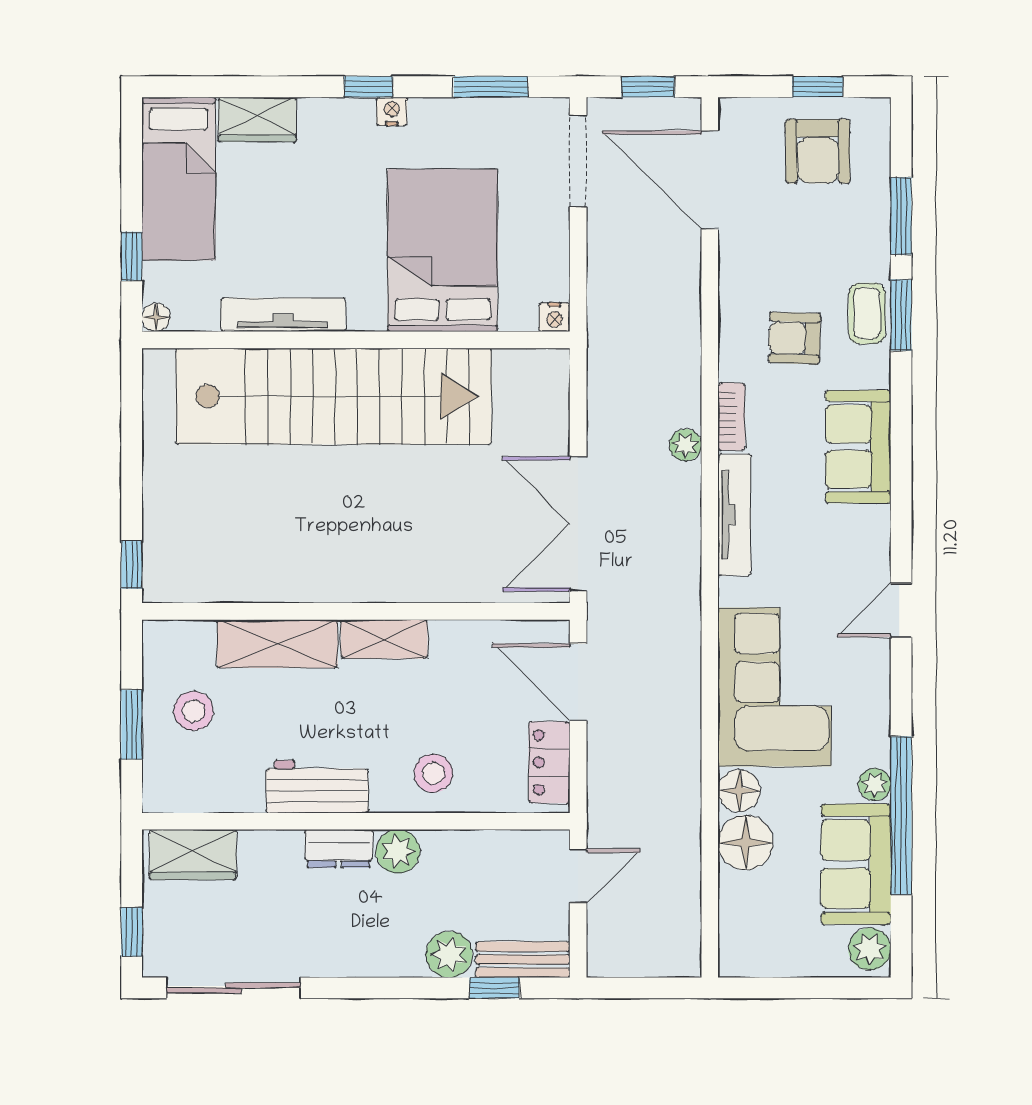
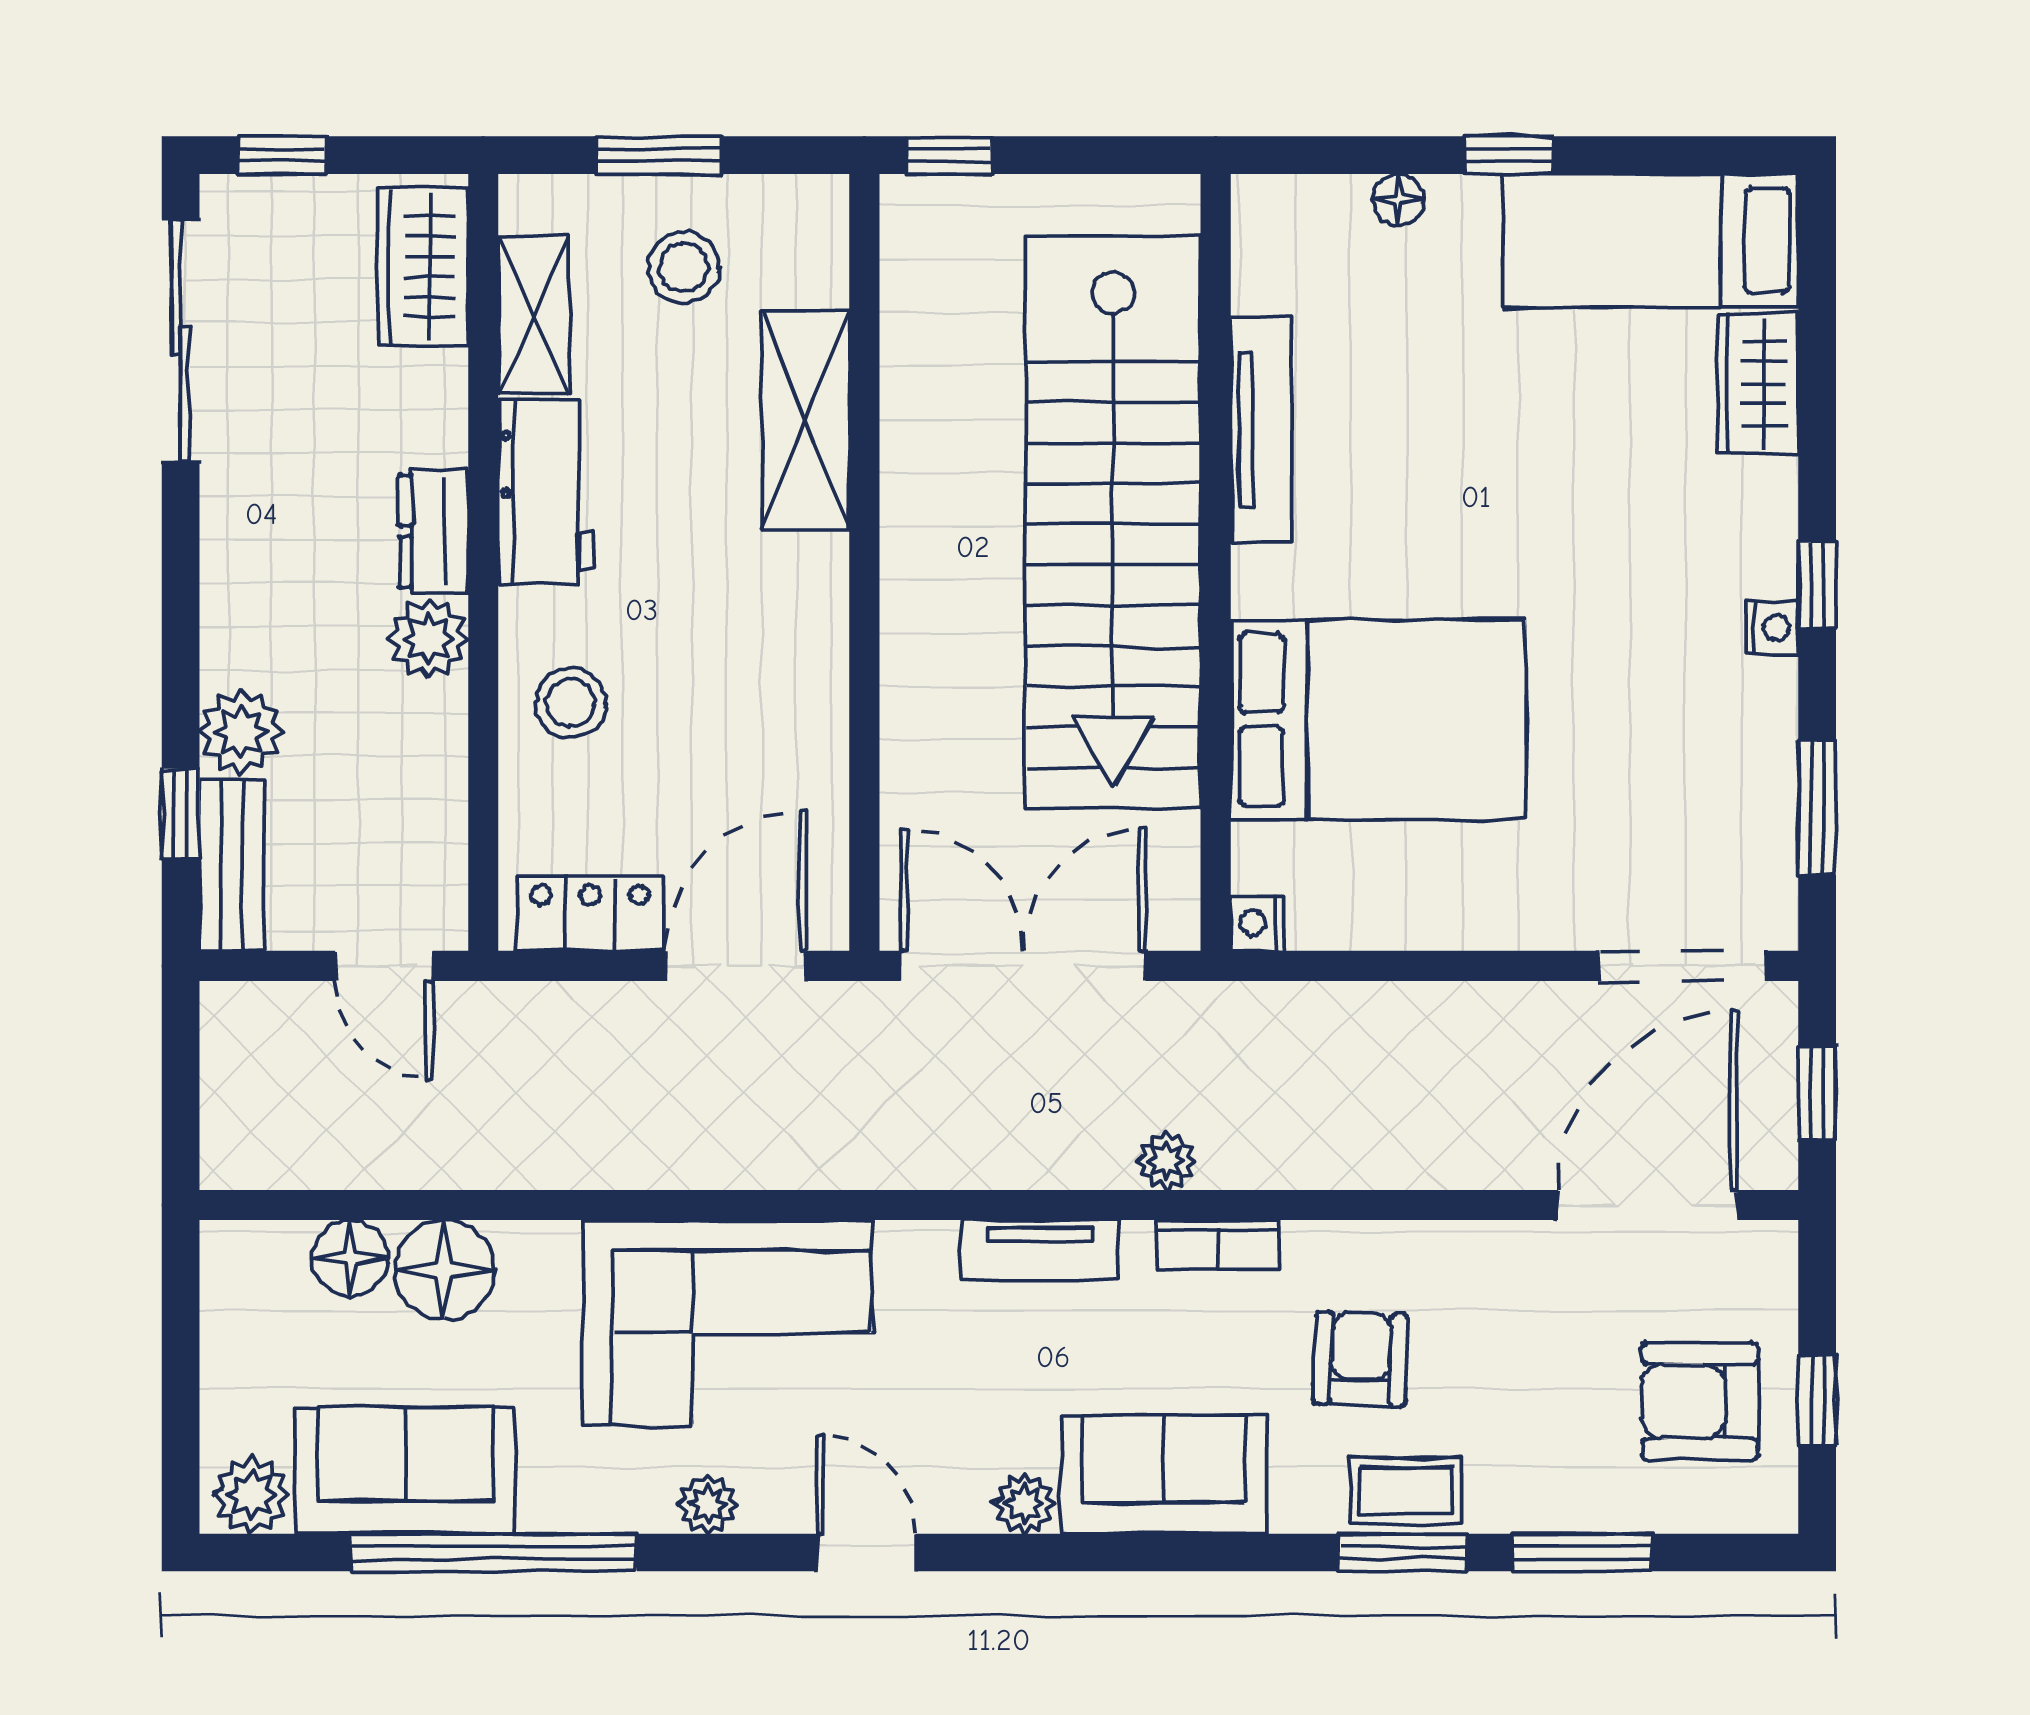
bed: (443, 250) -> (1378, 720), moved
tv unit: (283, 315) -> (1261, 430), moved
nightstand: (555, 317) -> (1257, 923), moved
wall: (356, 340) -> (1216, 562), moved
stairs: (334, 396) -> (1113, 522), moved
tv unit: (734, 515) -> (1040, 1250), width x0.71
plant: (874, 523) -> (1025, 1504), added
shelving: (384, 639) -> (534, 315), moved
plant: (875, 784) -> (708, 1504), moved
floor lamp: (739, 791) -> (350, 1258), moved

